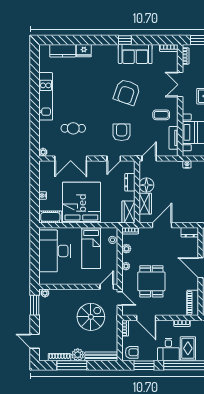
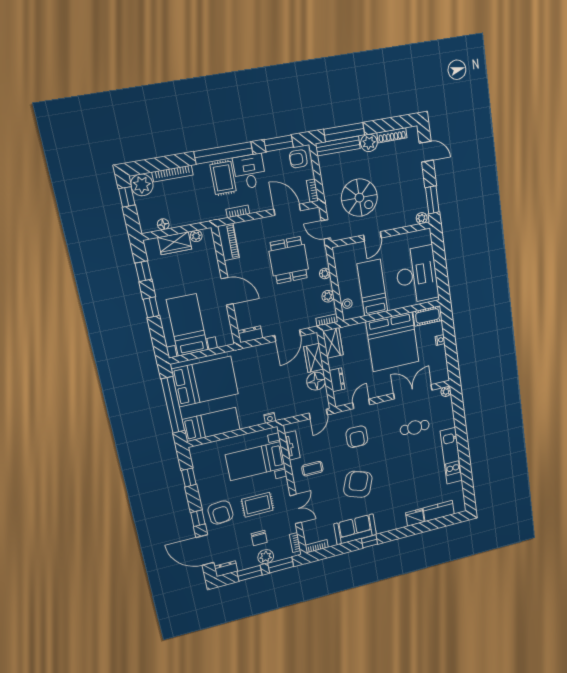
door: (107, 287) -> (372, 236), moved
spiral stairs: (91, 317) -> (359, 198), turned -90
window: (72, 365) -> (344, 132), moved

